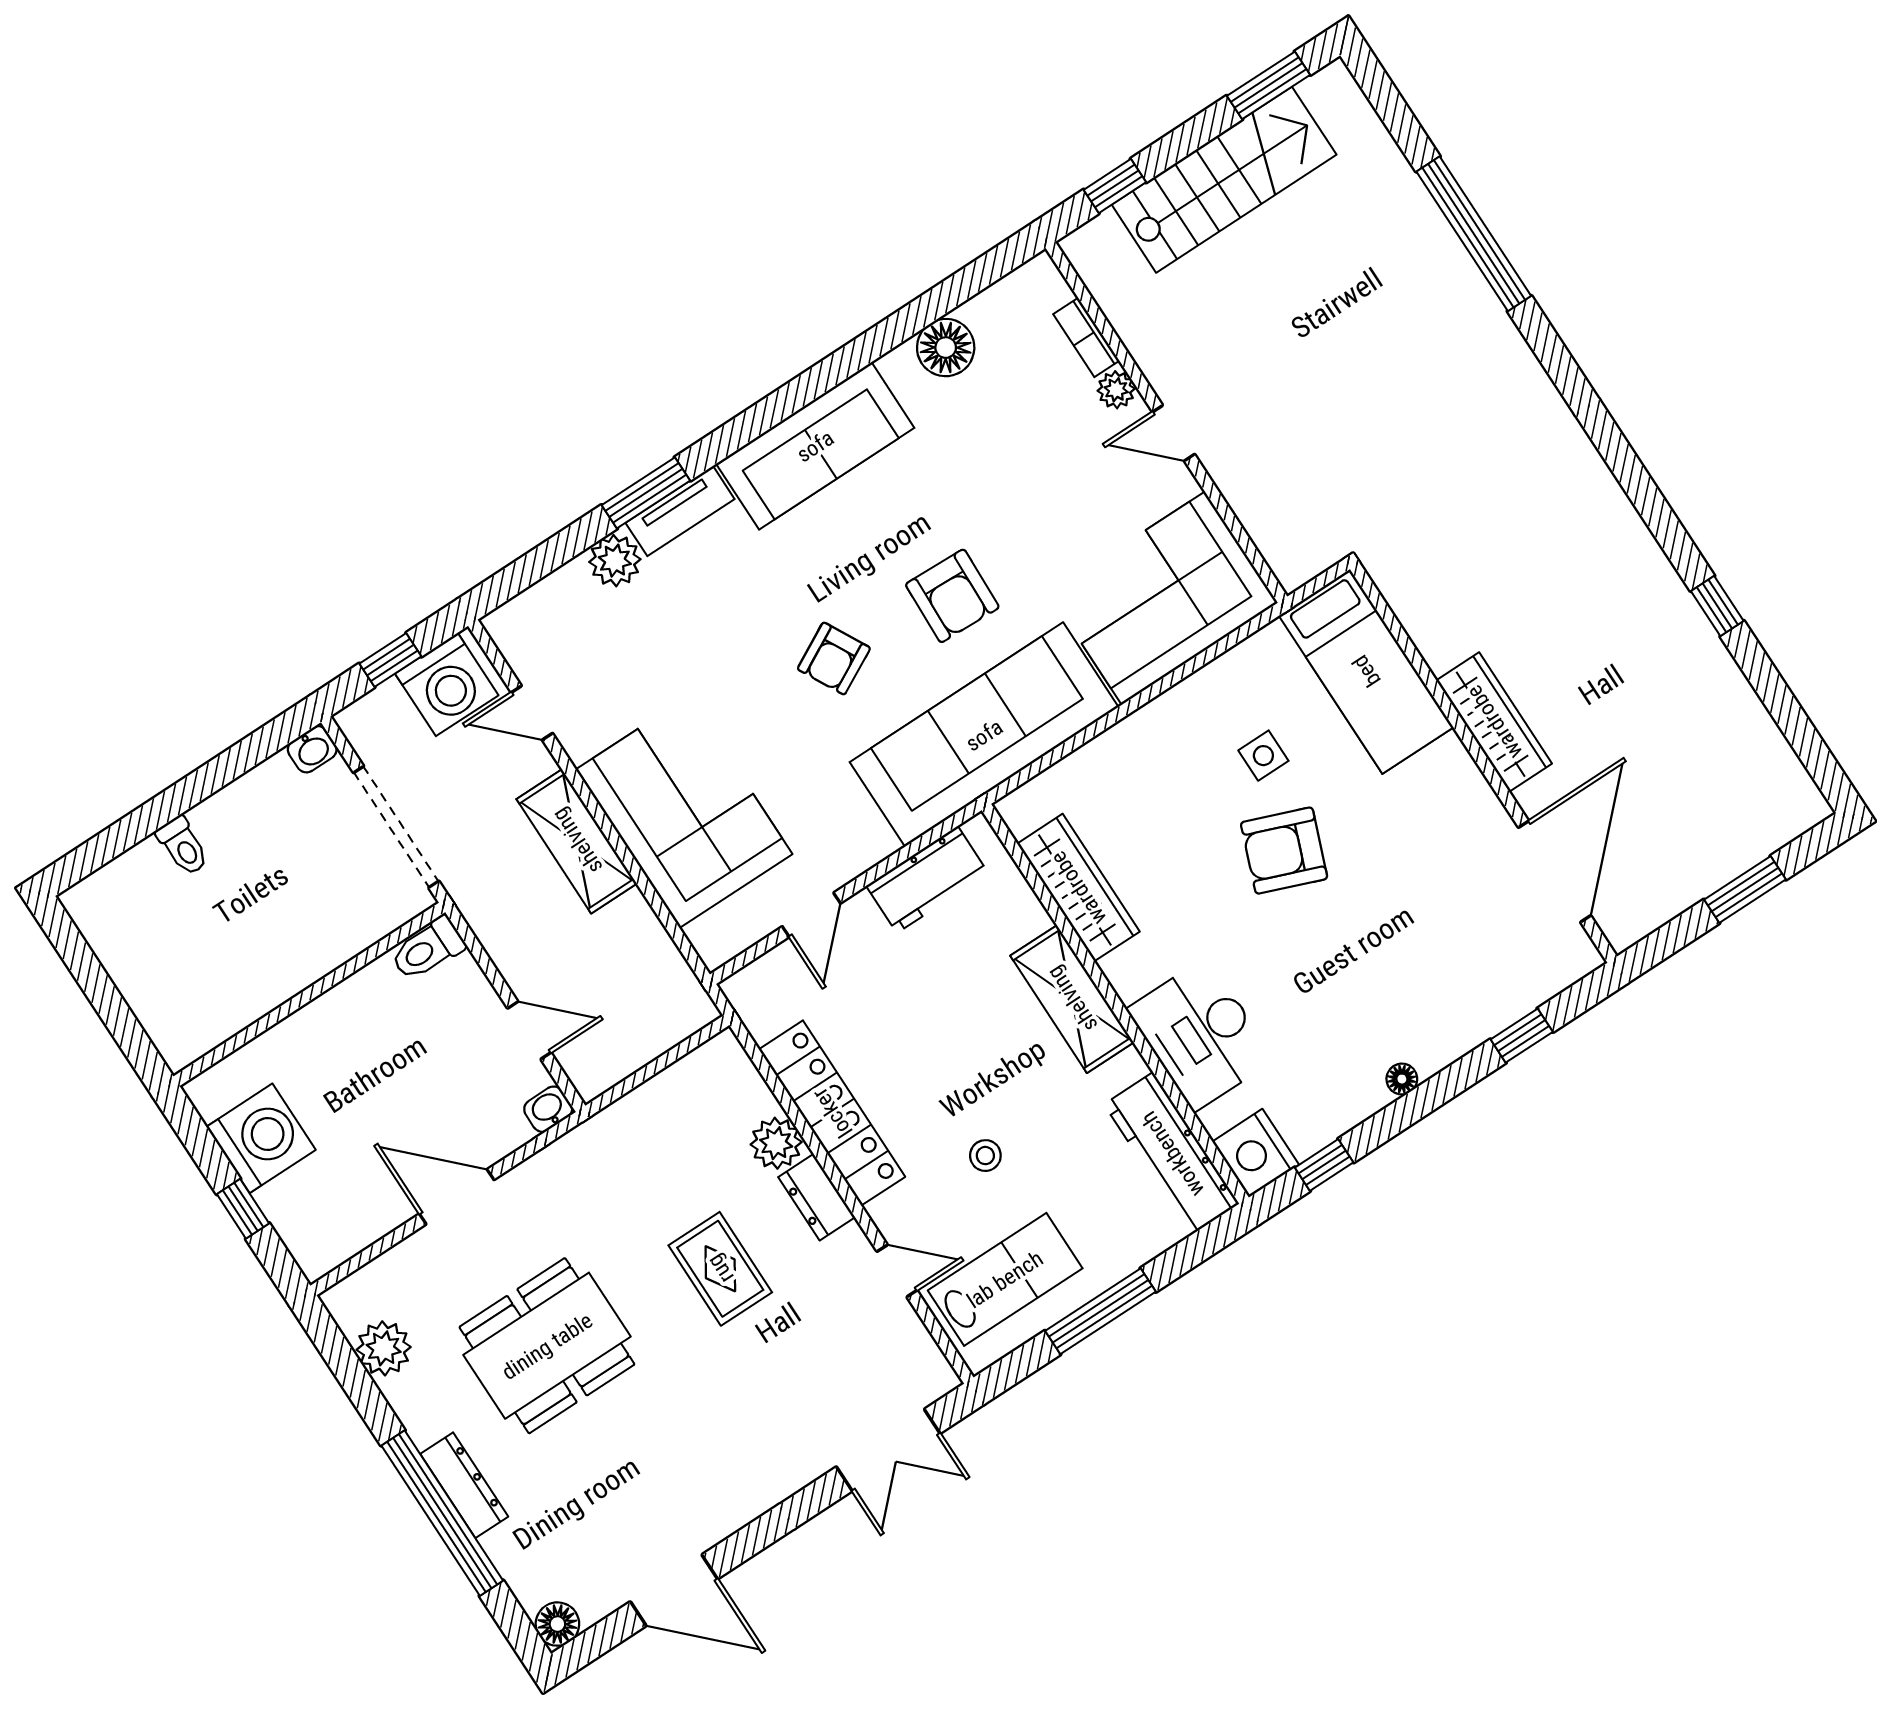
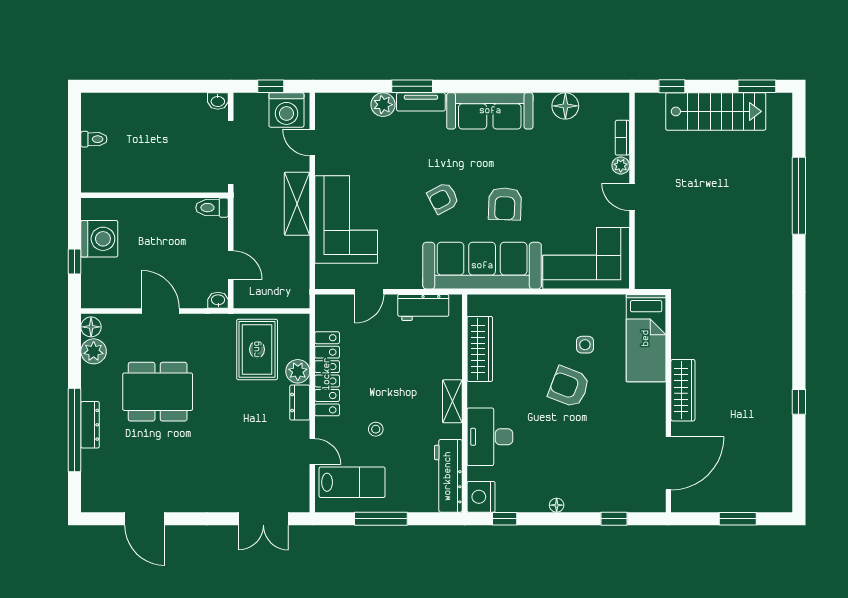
toilet: (183, 846) -> (94, 139), moved, turned -90
shelving: (1072, 999) -> (452, 401), width x0.67, depth x0.75
rug: (720, 1269) -> (257, 349), moved, width x1.36, depth x1.43
floor lamp: (557, 1624) -> (91, 327), moved

